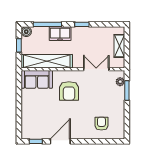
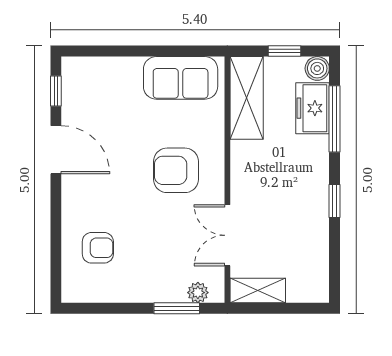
freezer: (60, 34) -> (313, 108), moved
shelving: (119, 46) -> (258, 291), moved
shelving: (47, 61) -> (247, 98), width x0.68
double door: (96, 69) -> (227, 235), swing flipped
sofa: (37, 79) -> (181, 78), moved, turned -90

